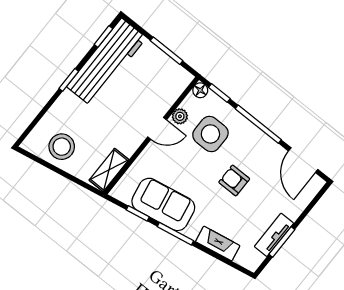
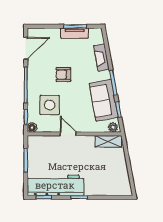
plant: (180, 116) -> (113, 127), moved
stool: (62, 147) -> (115, 174), removed
armchair: (234, 181) -> (63, 75), turned 90

